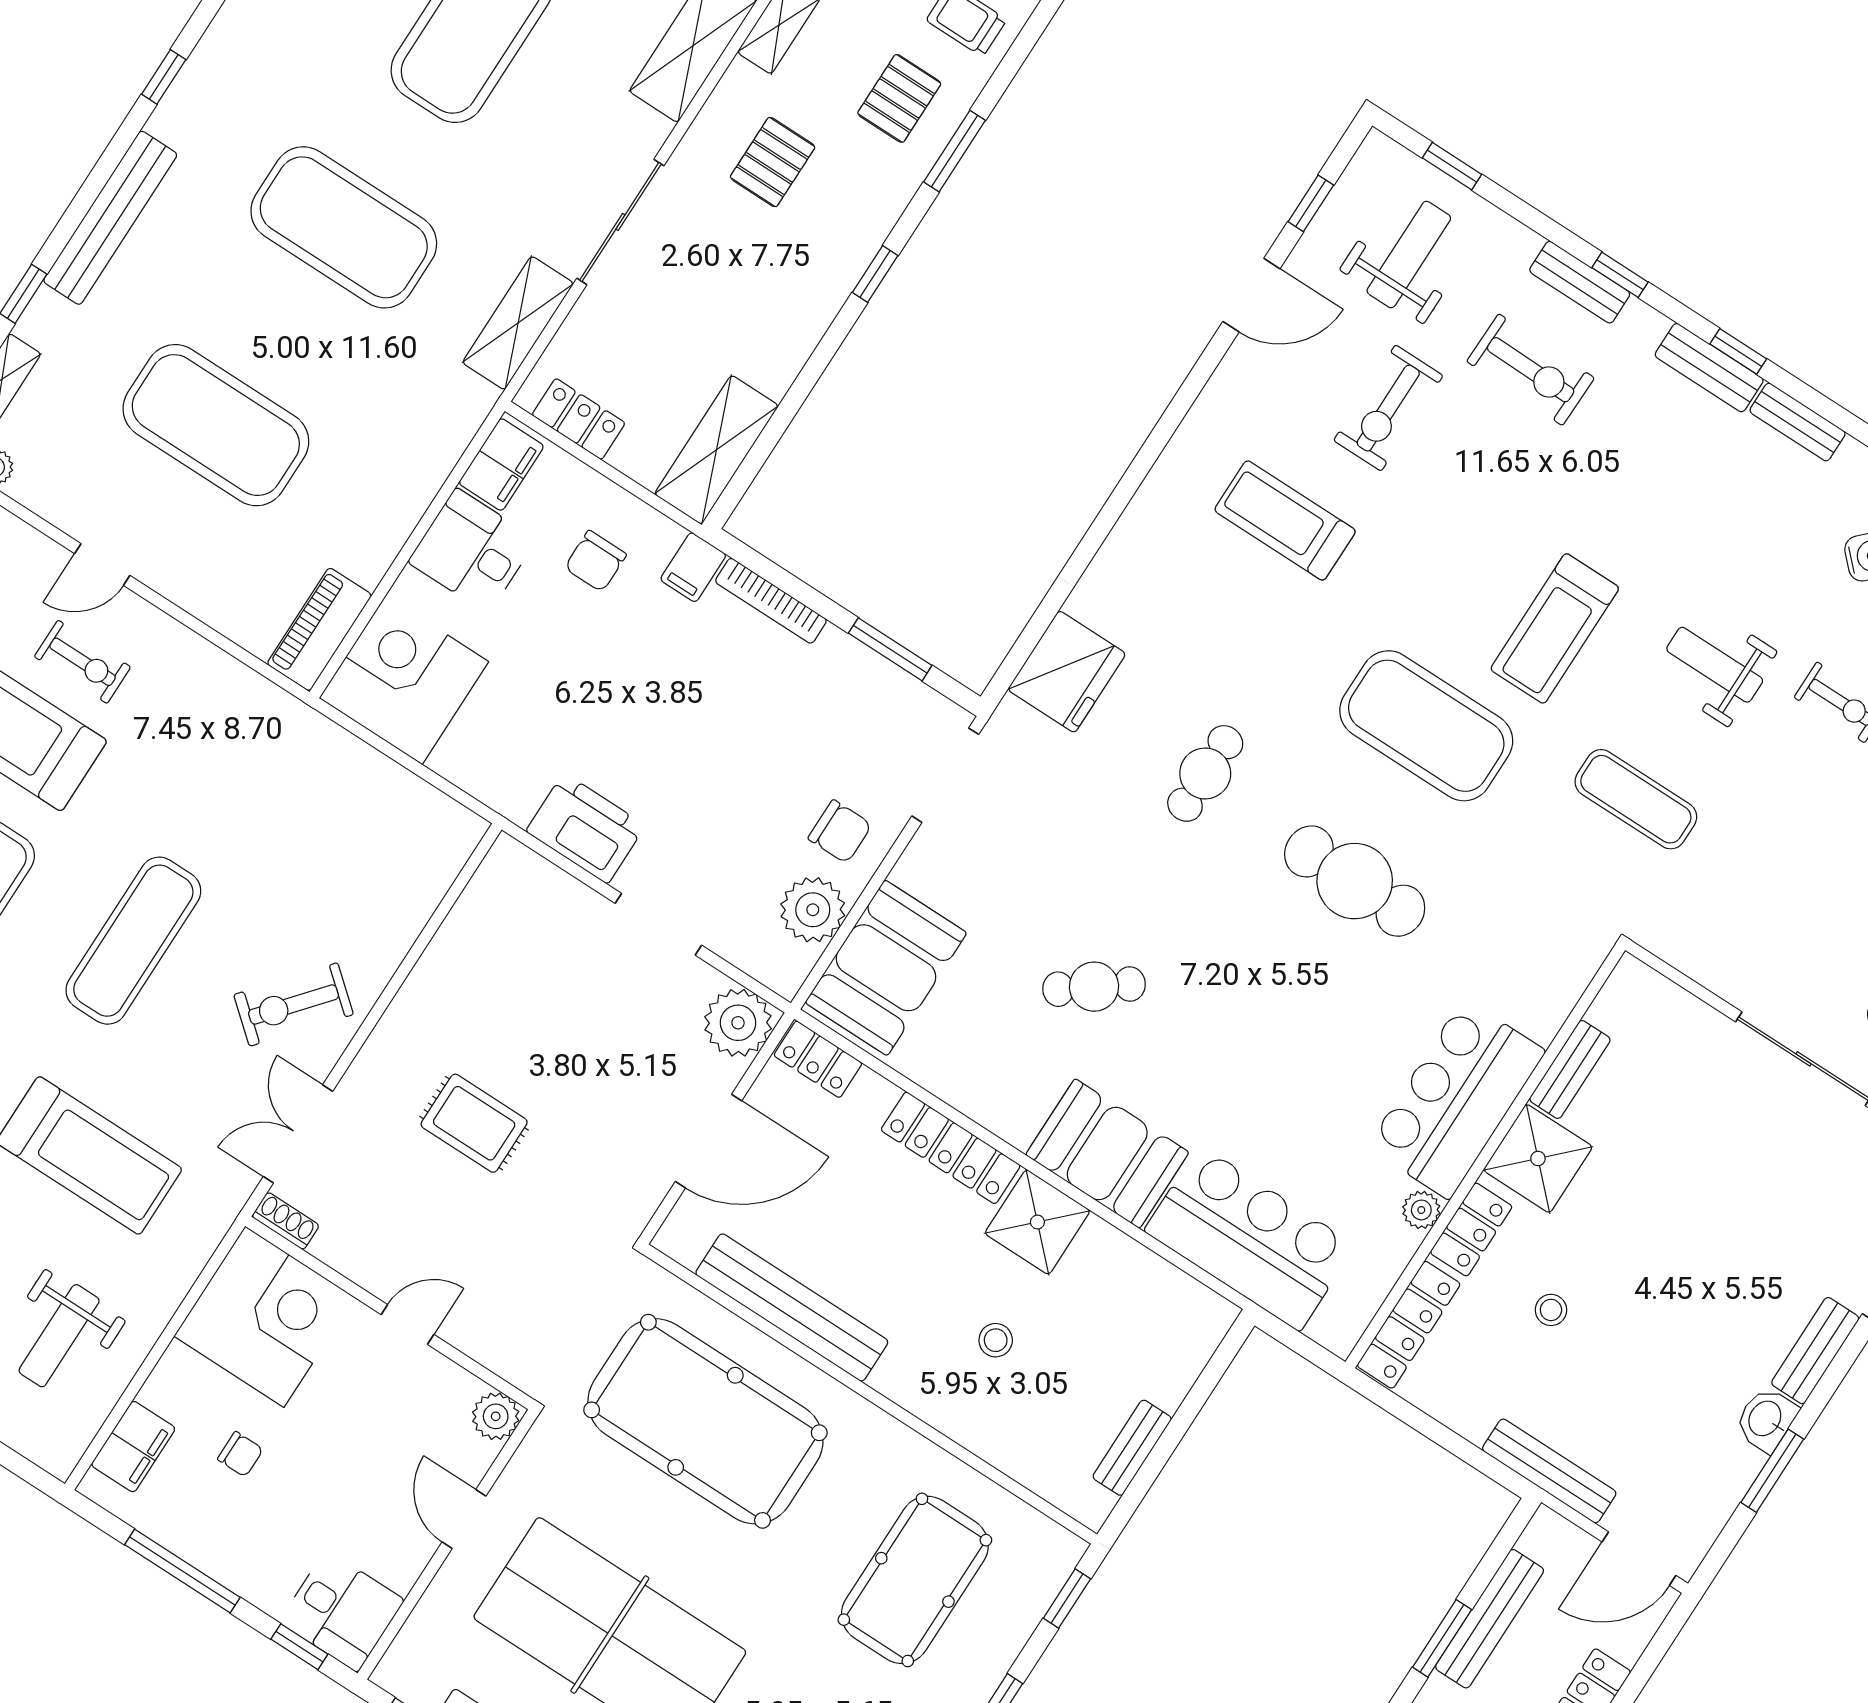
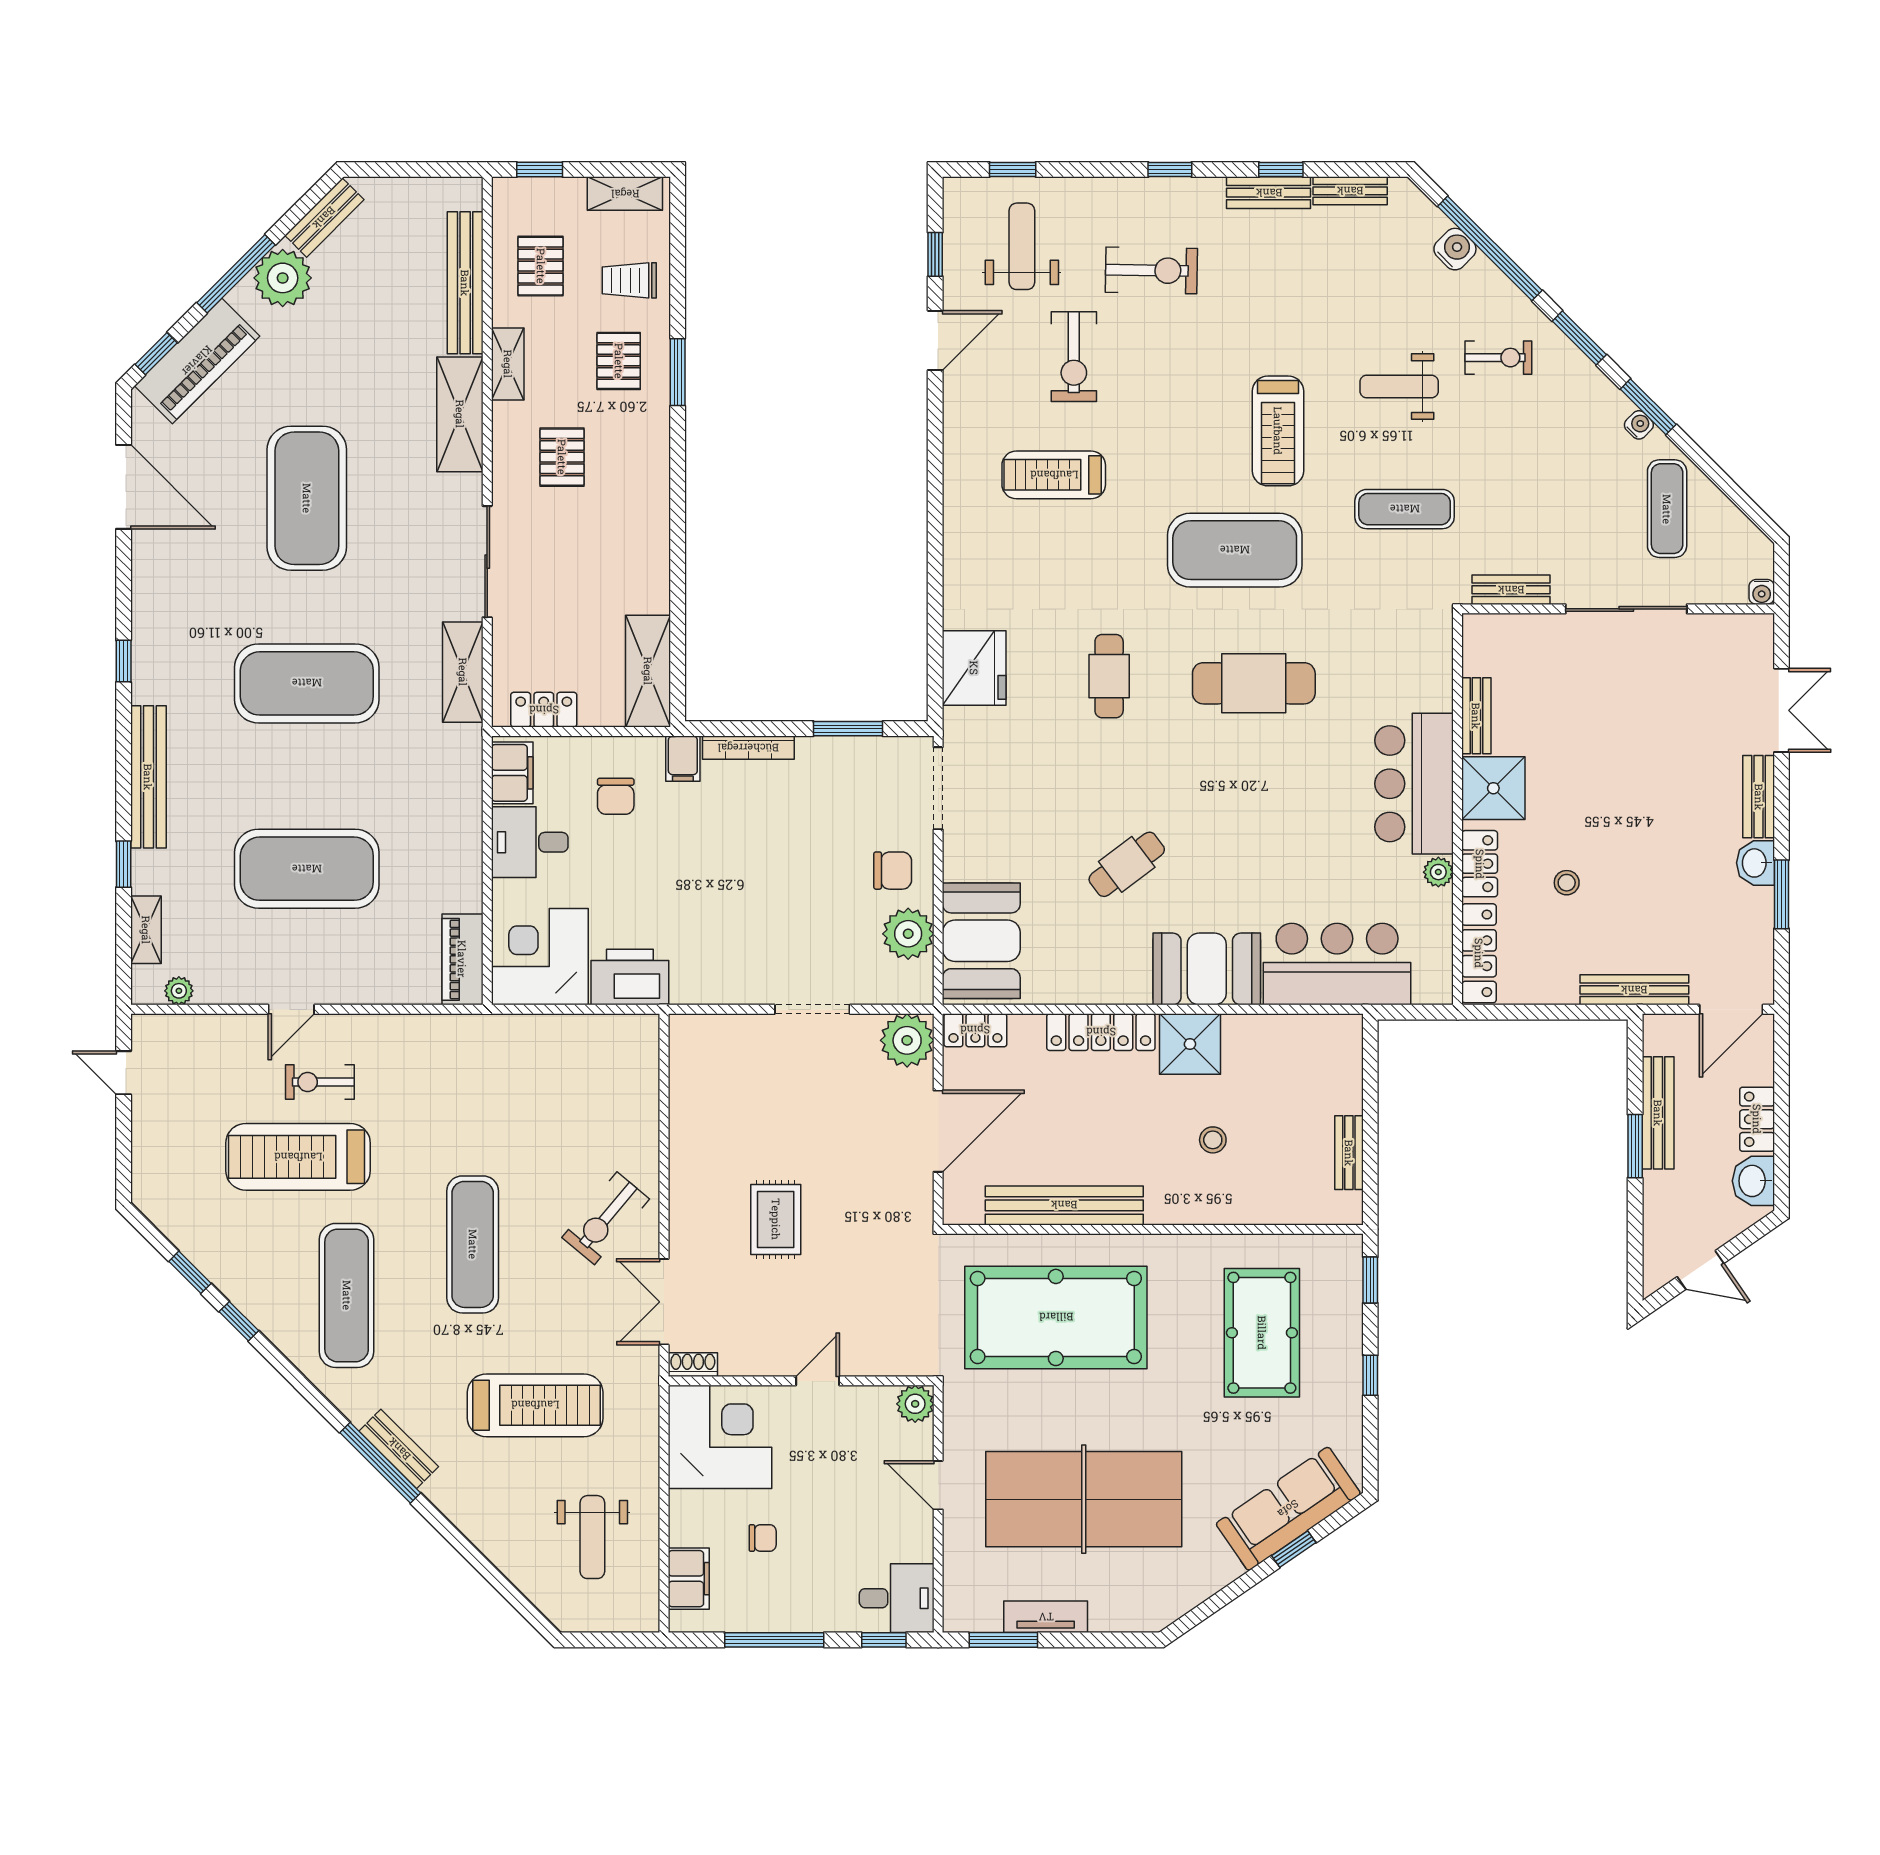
window: (875, 274) -> (678, 487), removed
bench: (1580, 282) -> (1511, 590), moved
exercise bike: (83, 662) -> (320, 1082), turned 180
printer: (586, 828) -> (630, 977), moved
rug: (474, 1123) -> (776, 1219), turned 90

